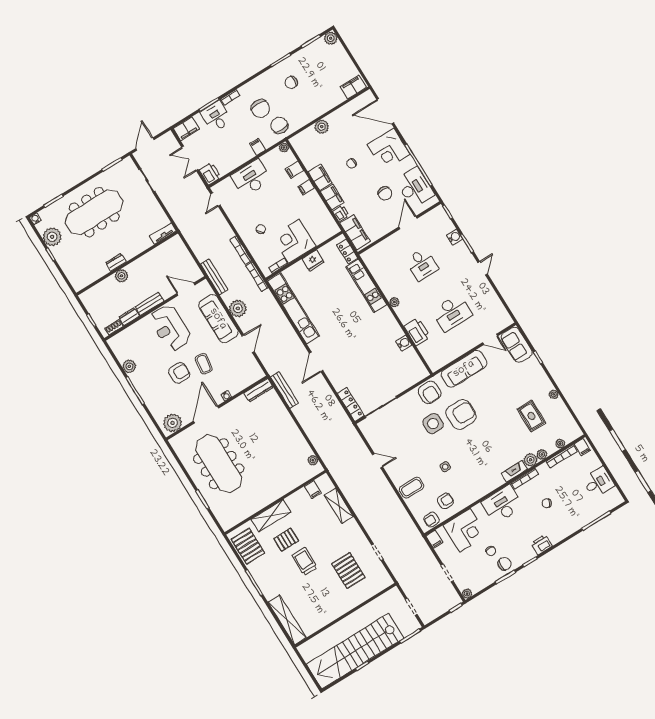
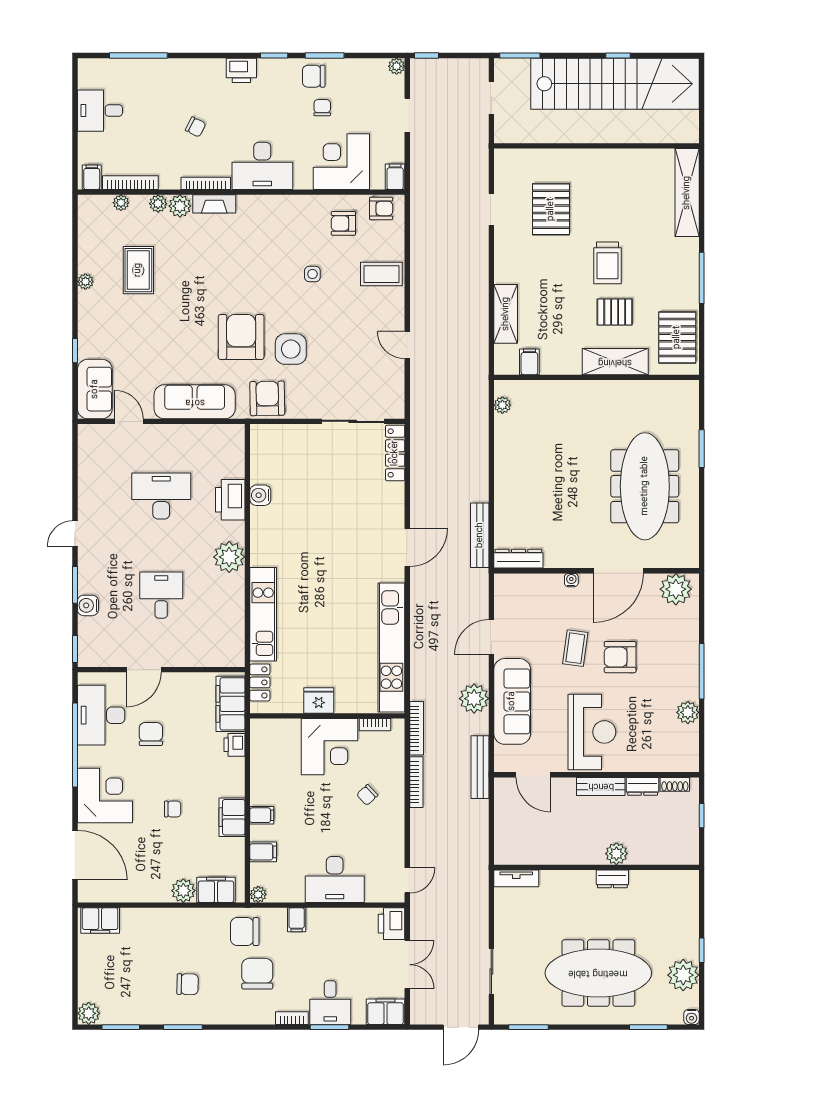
chair: (279, 125) -> (245, 932), turned 90
filing cabinet: (332, 197) -> (216, 890), moved, turned 90
plant: (394, 302) -> (229, 557), width x1.87, depth x1.87
armchair: (461, 414) -> (241, 337), turned 90

